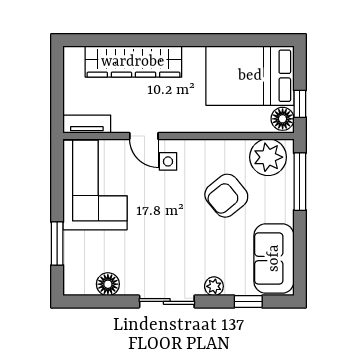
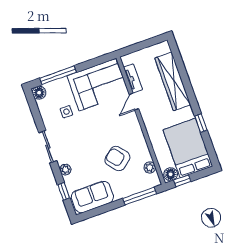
window: (217, 40) -> (201, 123), added
tv unit: (87, 124) -> (133, 78), moved
plant: (268, 157) -> (150, 168), width x0.53, depth x0.53
side table: (168, 161) -> (66, 112), moved
window: (57, 244) -> (58, 75), width x1.44
floor lamp: (108, 284) -> (39, 93), moved

